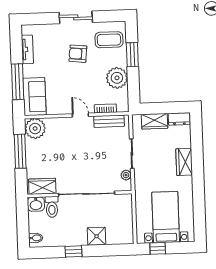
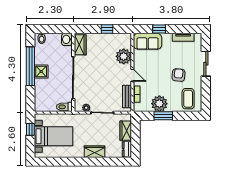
sliding door: (76, 17) -> (206, 64), moved
window: (132, 55) -> (163, 116), moved
window: (18, 82) -> (159, 29), width x0.46
door: (80, 115) -> (132, 75), hinge flipped
plant: (35, 128) -> (124, 56), moved
window: (20, 151) -> (107, 29), width x0.46
toilet: (52, 207) -> (64, 107), moved
shower: (97, 236) -> (41, 71), moved
window: (74, 251) -> (30, 66), width x3.17

